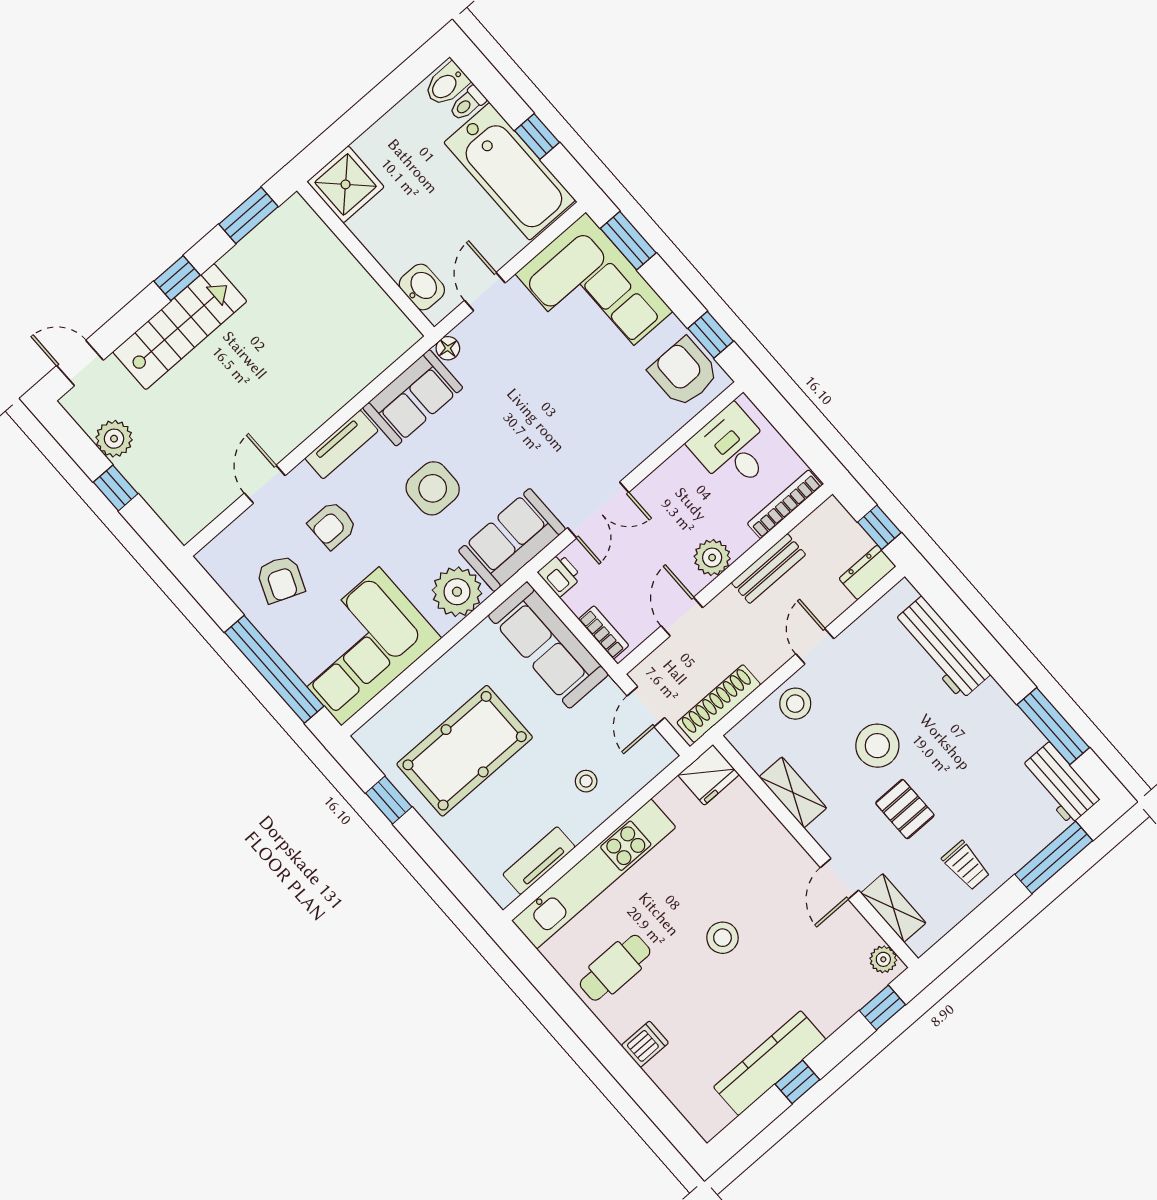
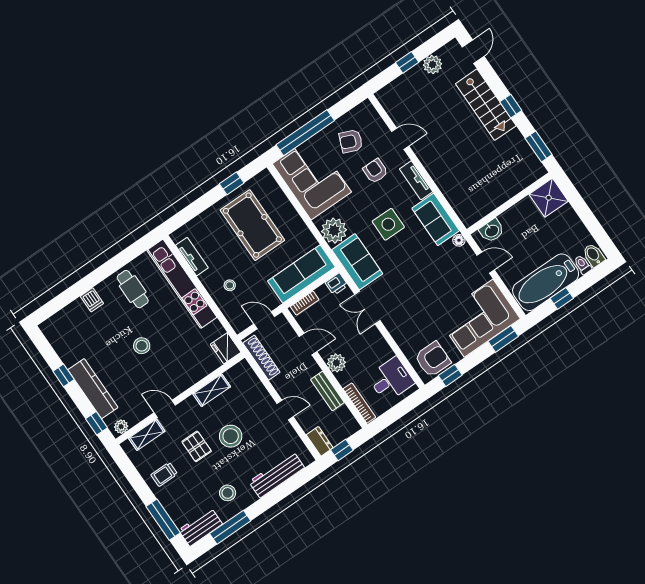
stool: (795, 704) -> (228, 493), moved
pallet: (905, 809) -> (197, 446), turned 90
kitchen counter: (770, 1063) -> (93, 389), moved

